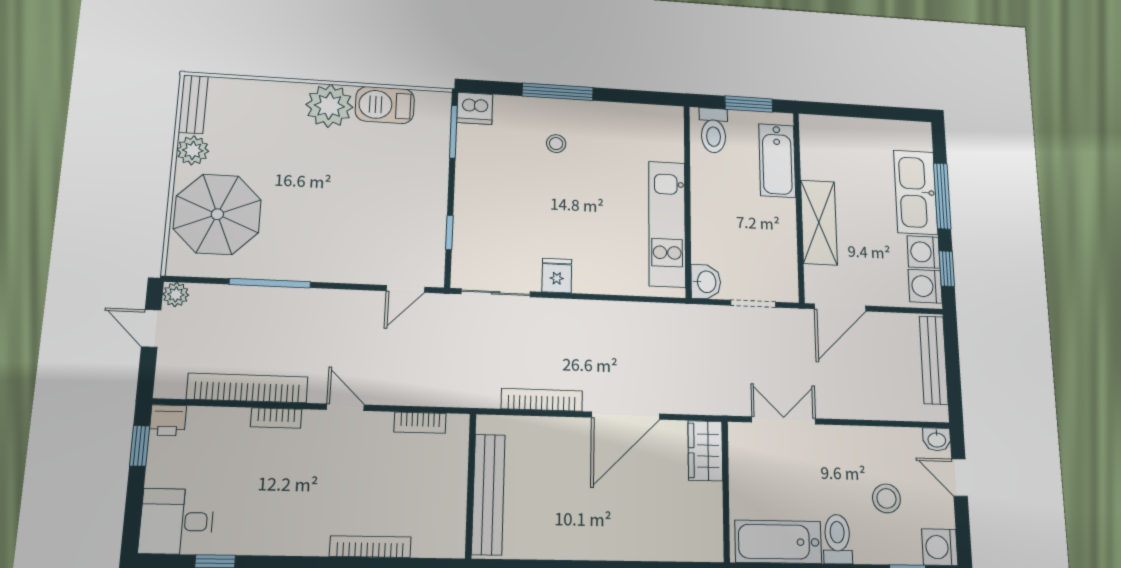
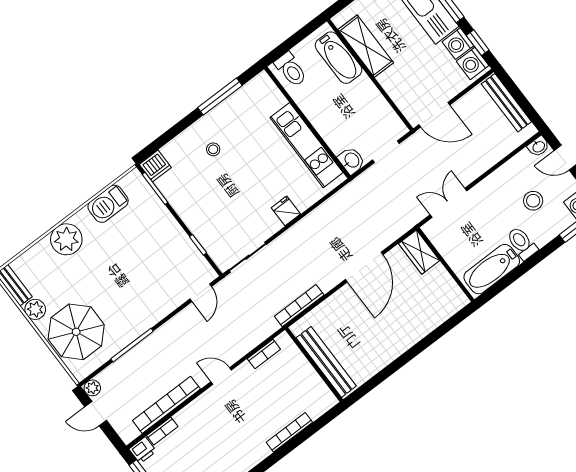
window: (558, 92) -> (220, 97), moved
window: (749, 104) -> (298, 37), removed
plant: (329, 106) -> (66, 239), moved
shelving: (819, 222) -> (366, 46), moved
fridge: (557, 276) -> (286, 211), moved
door: (840, 307) -> (434, 115), hinge flipped
bookcase: (542, 400) -> (299, 306), moved
bookcase: (276, 418) -> (162, 431), moved

